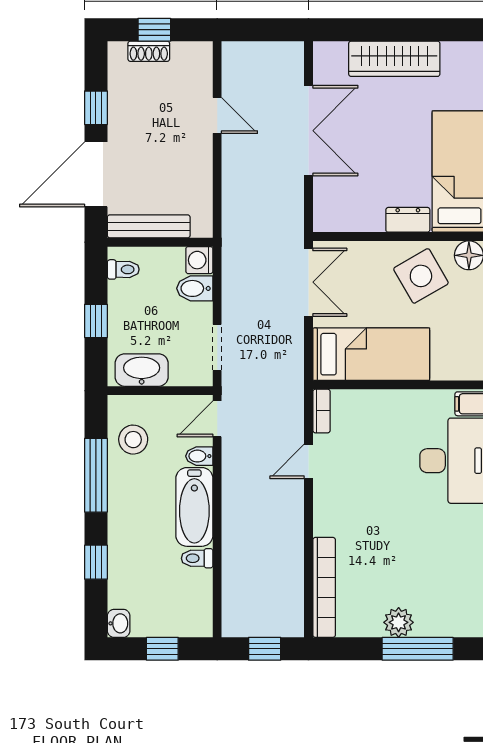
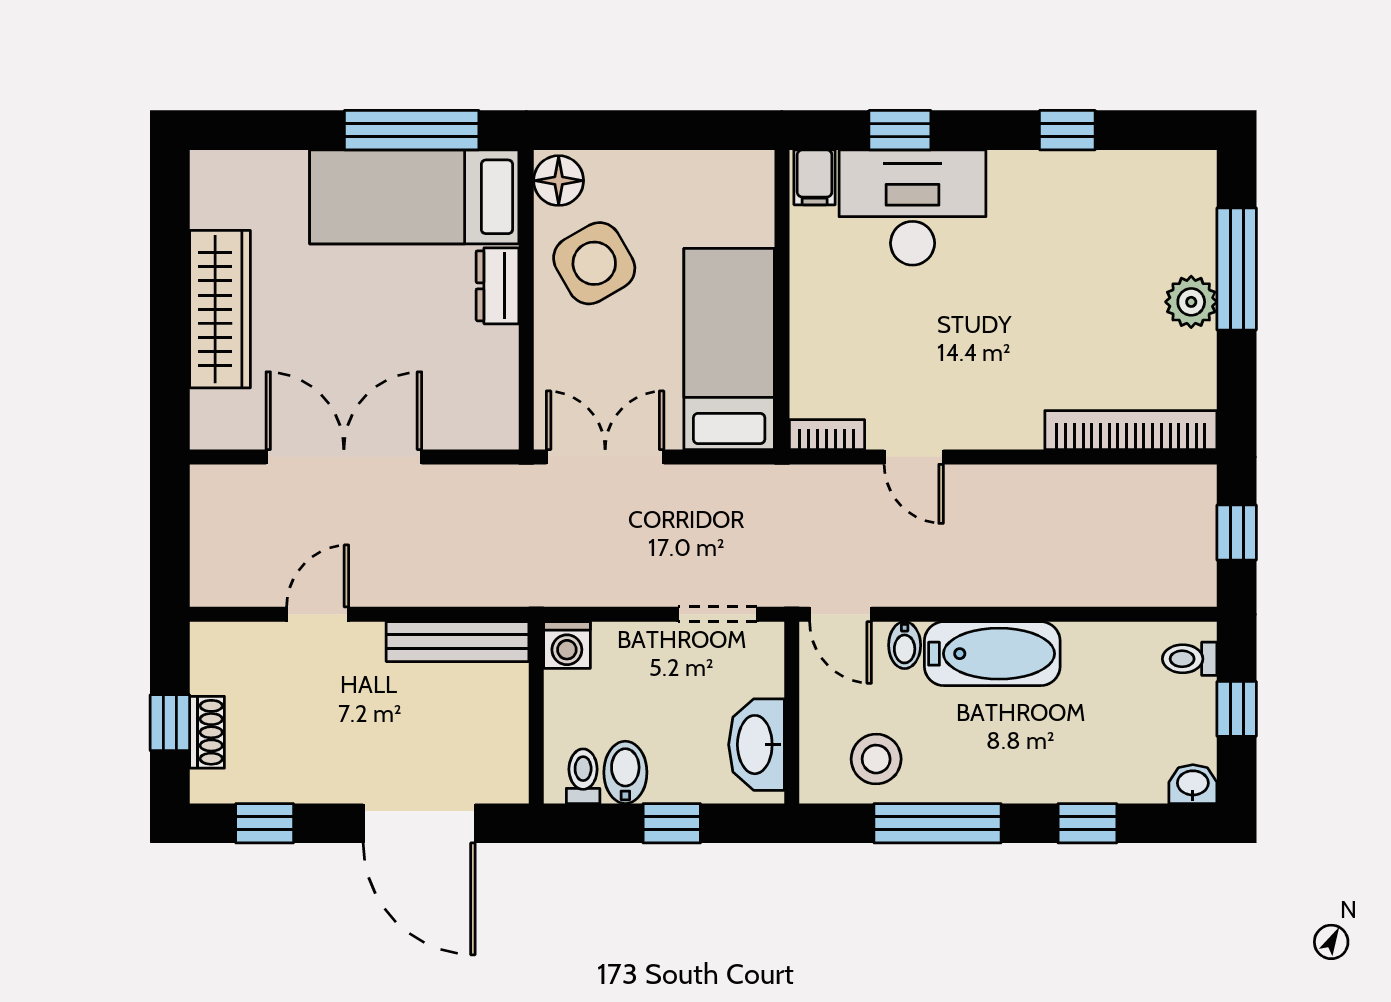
window: (96, 108) -> (265, 823), moved
bench: (149, 226) -> (457, 642), moved, turned 90
bidet: (195, 288) -> (625, 772), moved, turned 180
toilet: (197, 558) -> (1190, 659), moved, turned 90

